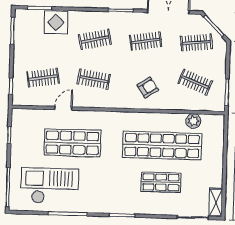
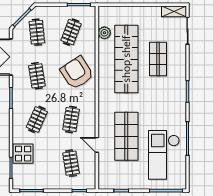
clothes rail: (95, 40) -> (37, 119), turned 36
armchair: (148, 88) -> (77, 73), width x1.88, depth x1.88

